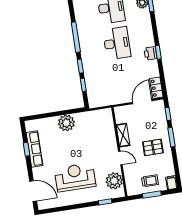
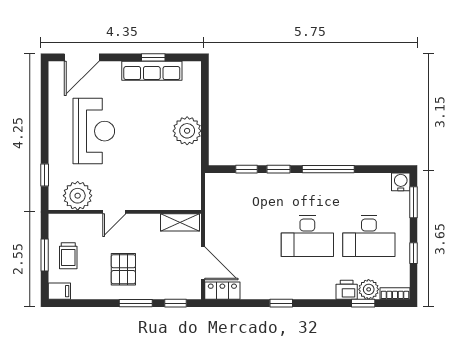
printer: (150, 53) -> (347, 290), moved
shelving: (123, 135) -> (180, 222), moved

